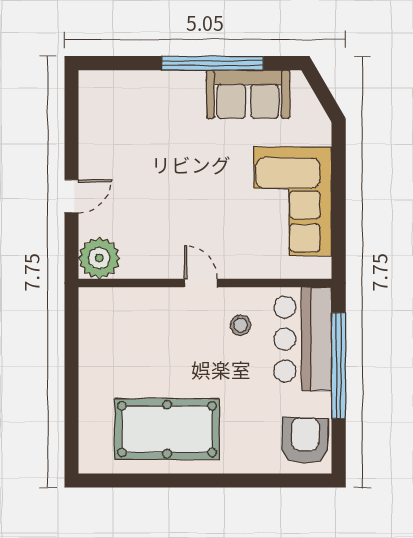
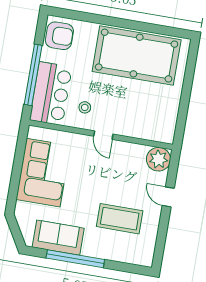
coffee table: (148, 145) -> (120, 219), added
door: (71, 196) -> (168, 197), hinge flipped
pool table: (167, 429) -> (137, 56), width x1.36, depth x1.32
armchair: (305, 440) -> (59, 36), turned -92

